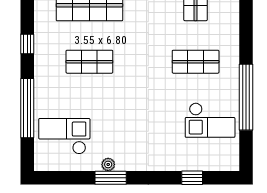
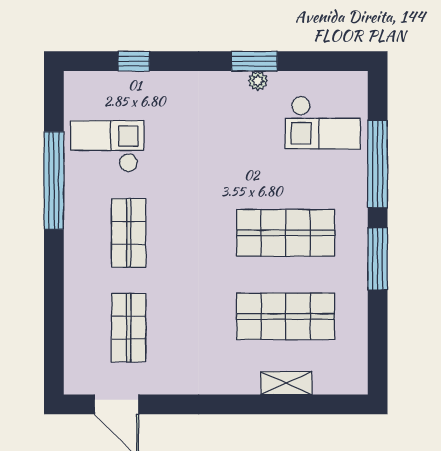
window: (27, 44) -> (378, 259), width x2.17
shop shelf: (89, 62) -> (286, 233), width x1.43, depth x1.36
shop shelf: (196, 62) -> (129, 233), turned 90

